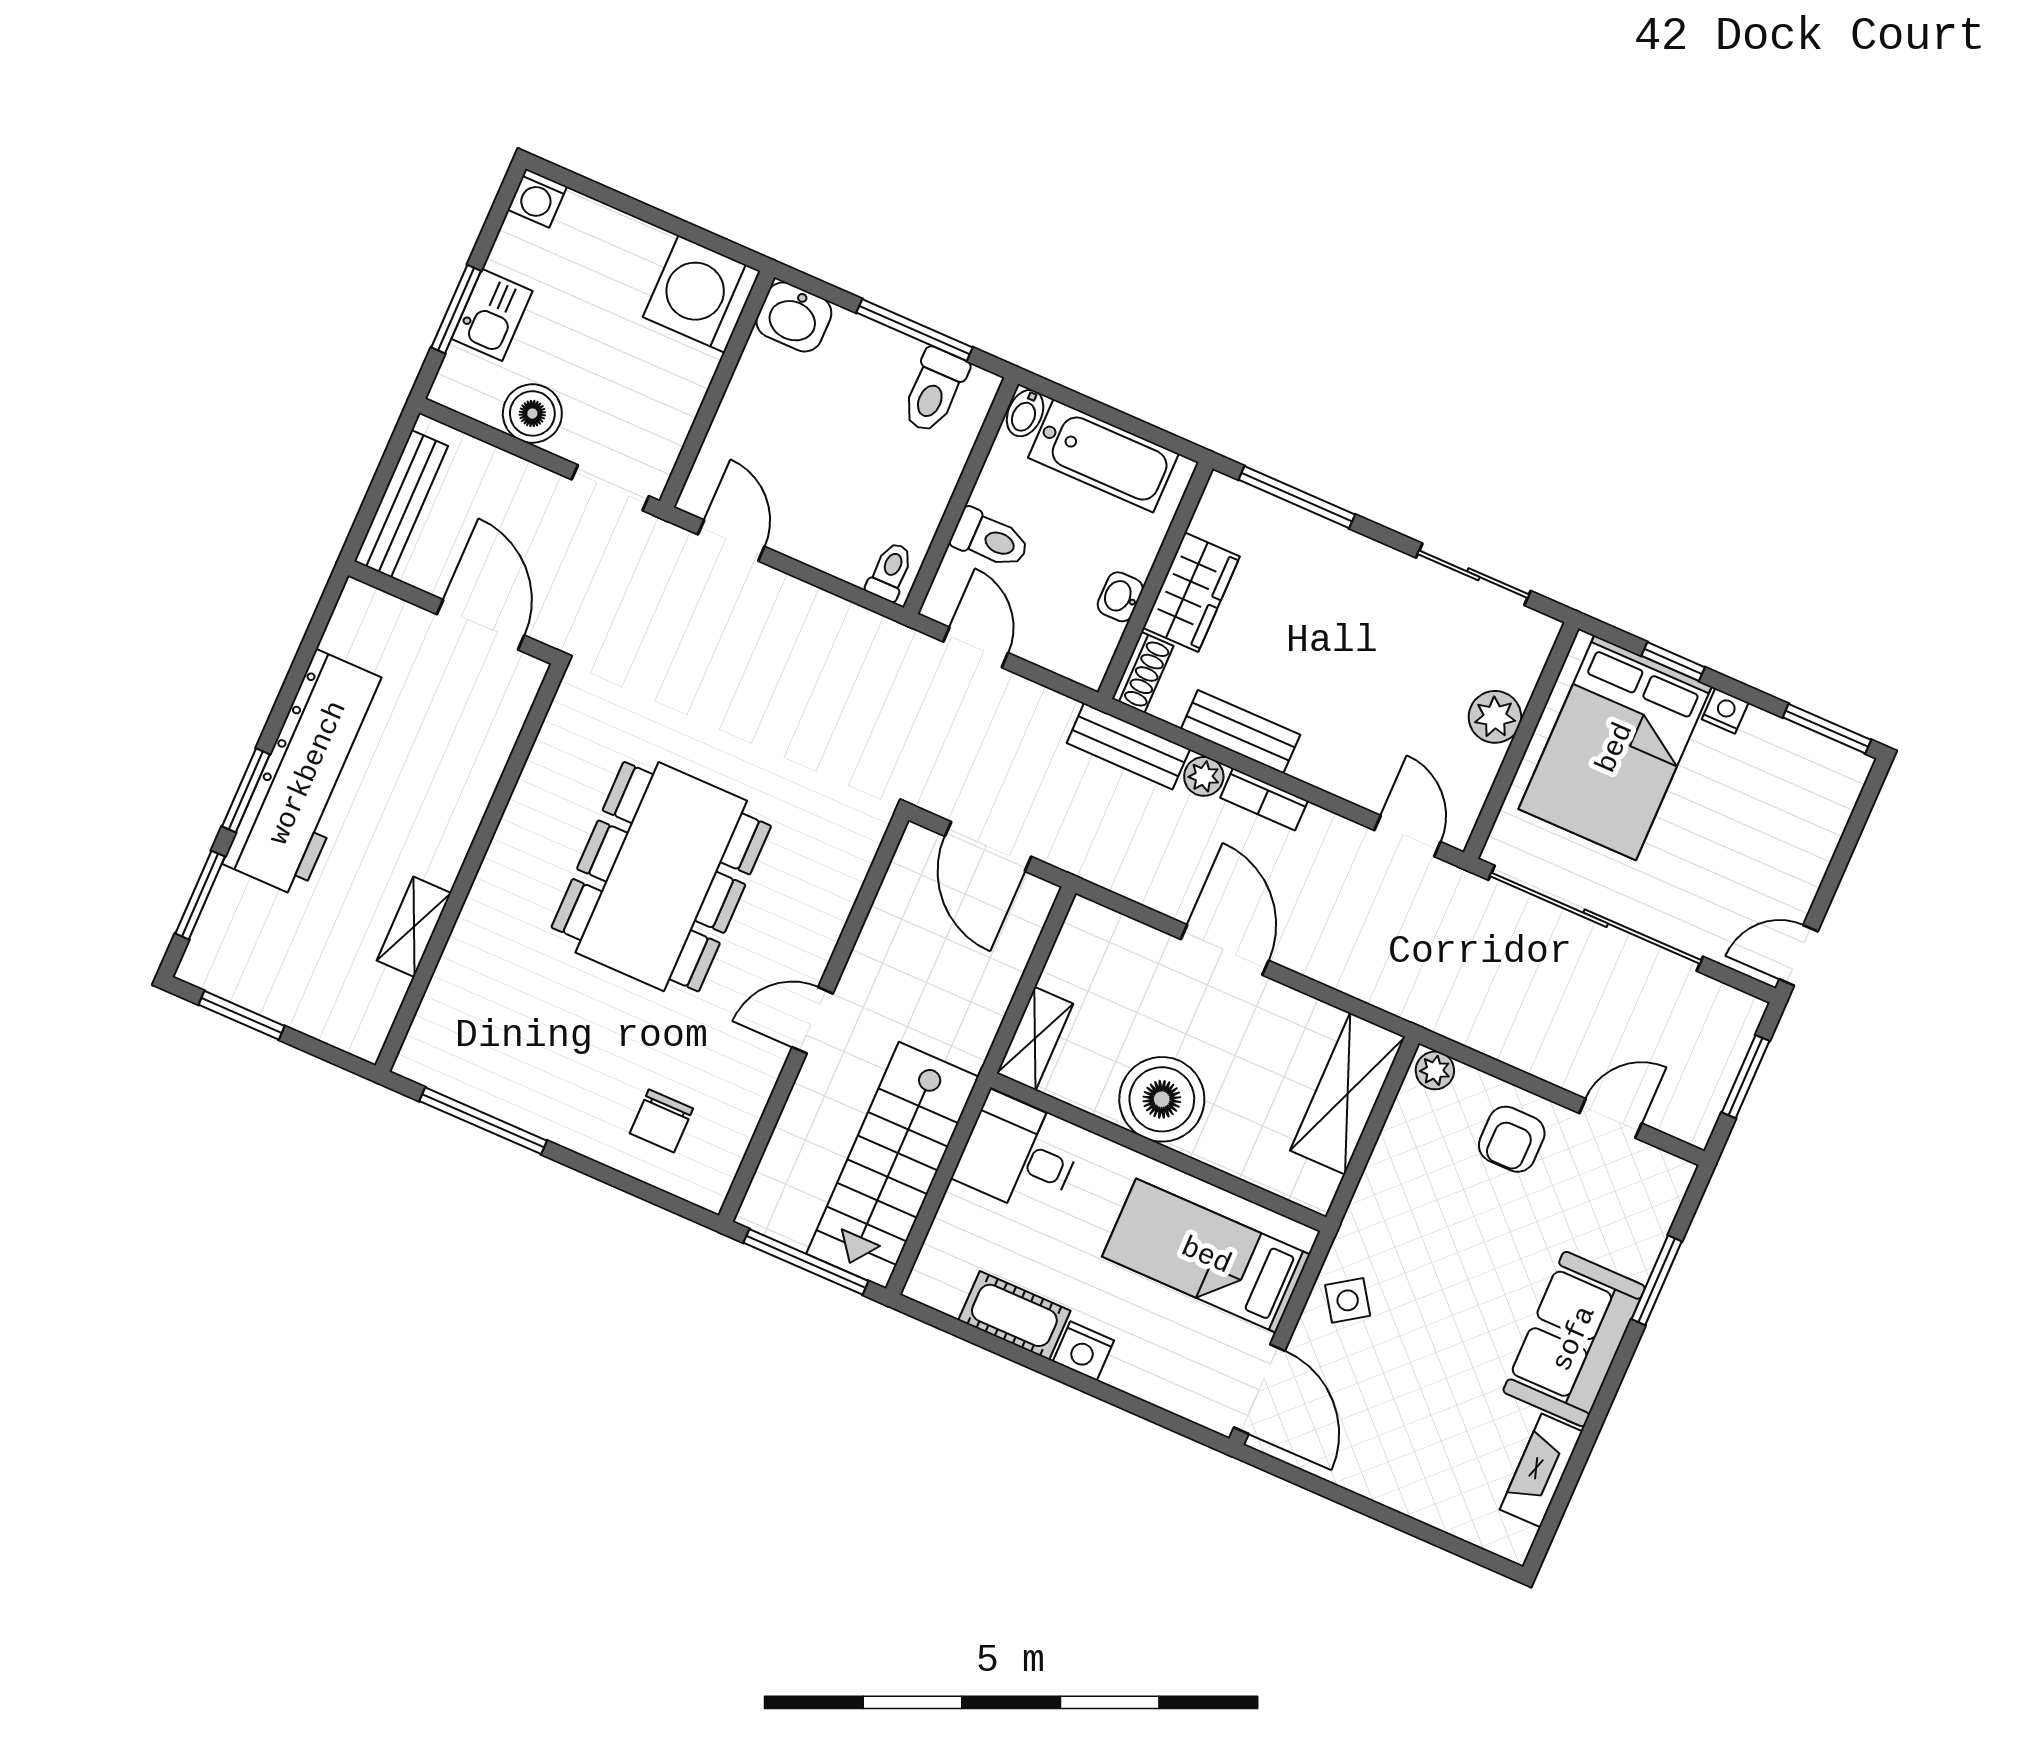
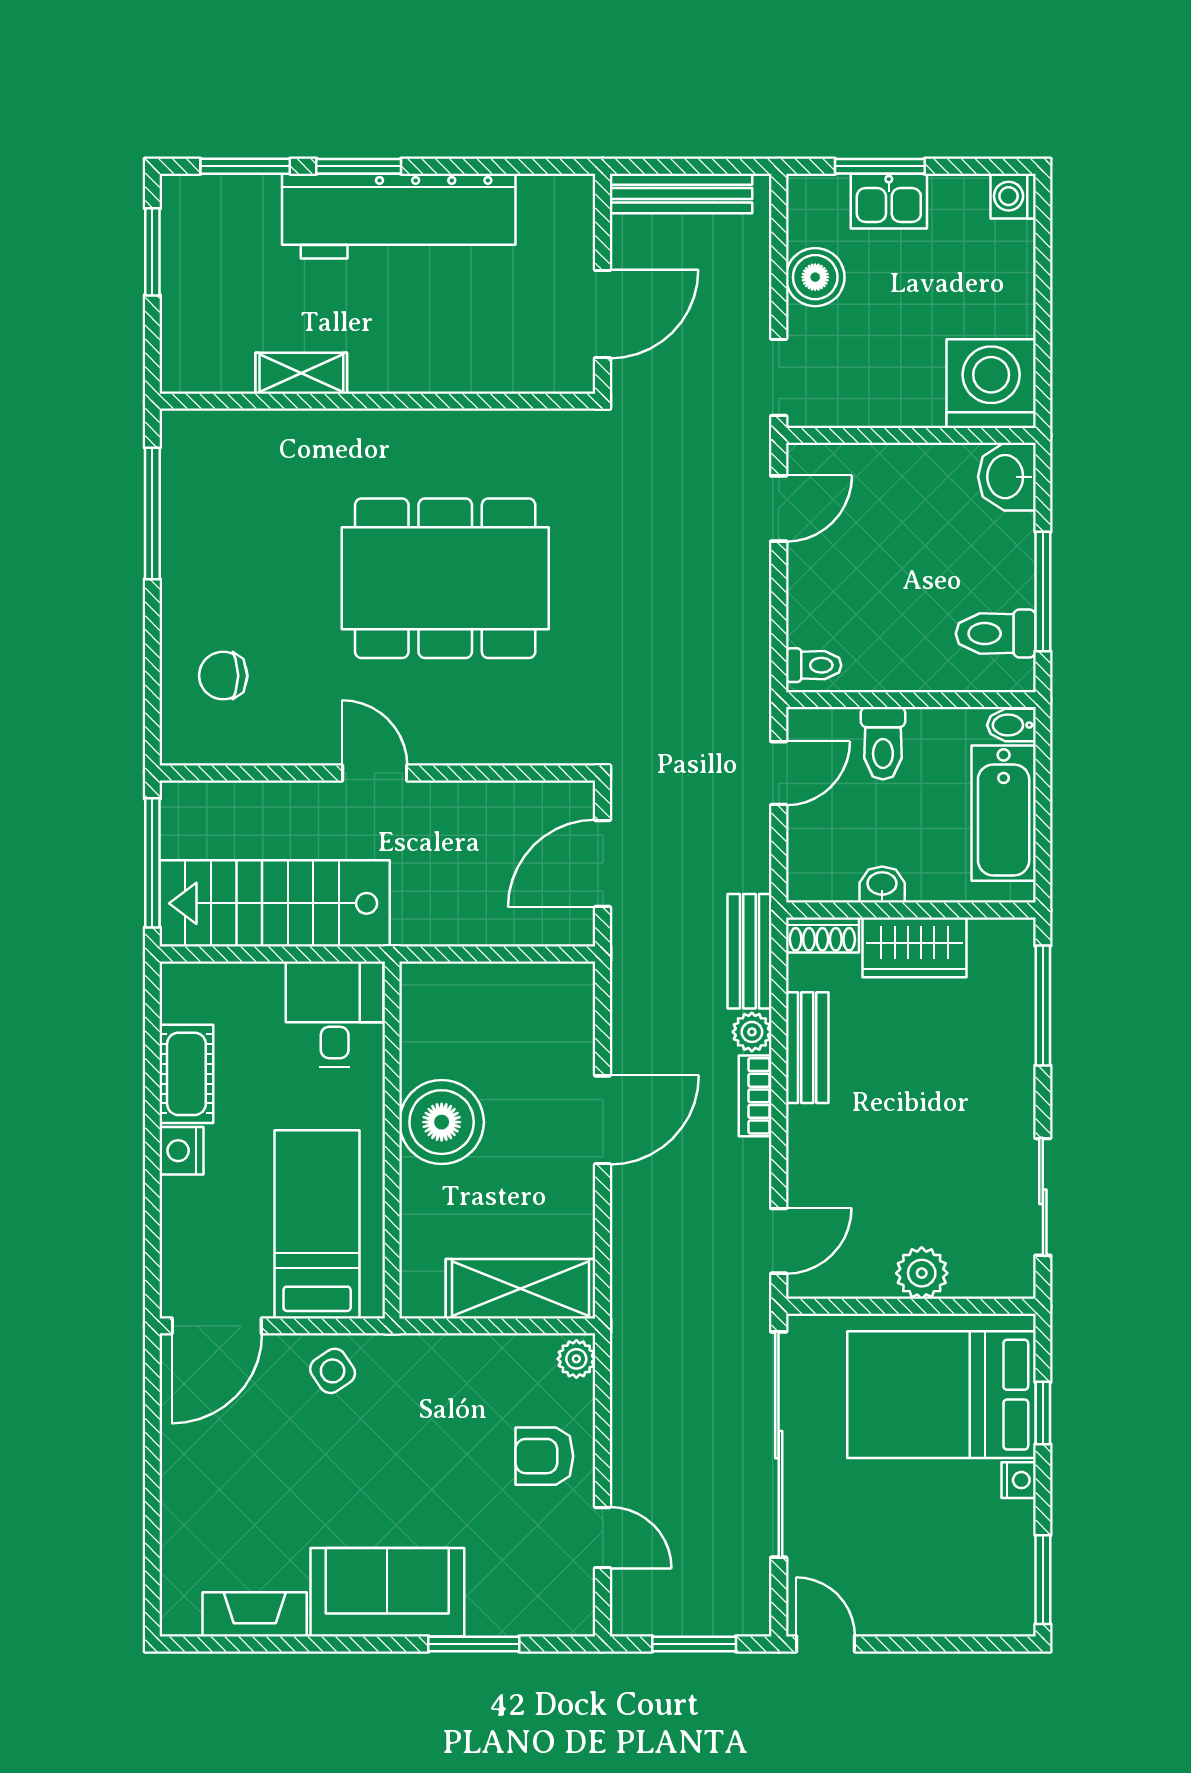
shelving: (1035, 1039) -> (446, 983), removed

